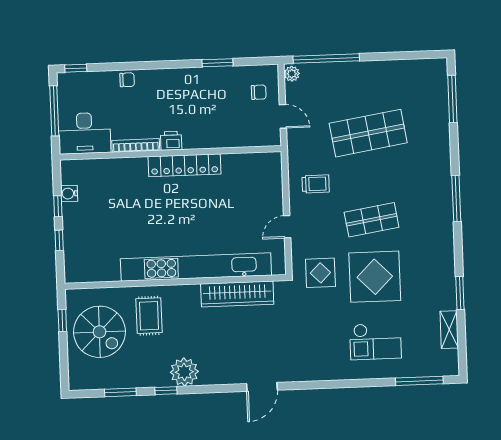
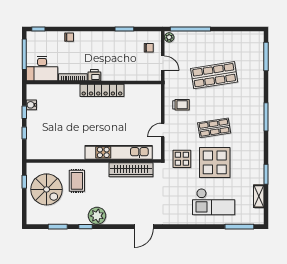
kitchen unit: (196, 267) -> (119, 152), width x0.73
checkout: (375, 341) -> (214, 202), width x1.36, depth x1.21

